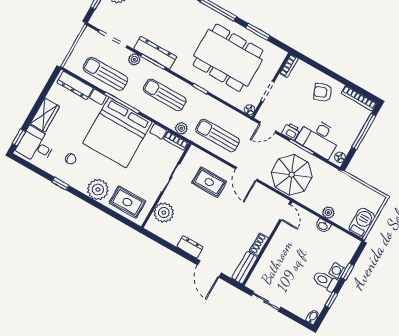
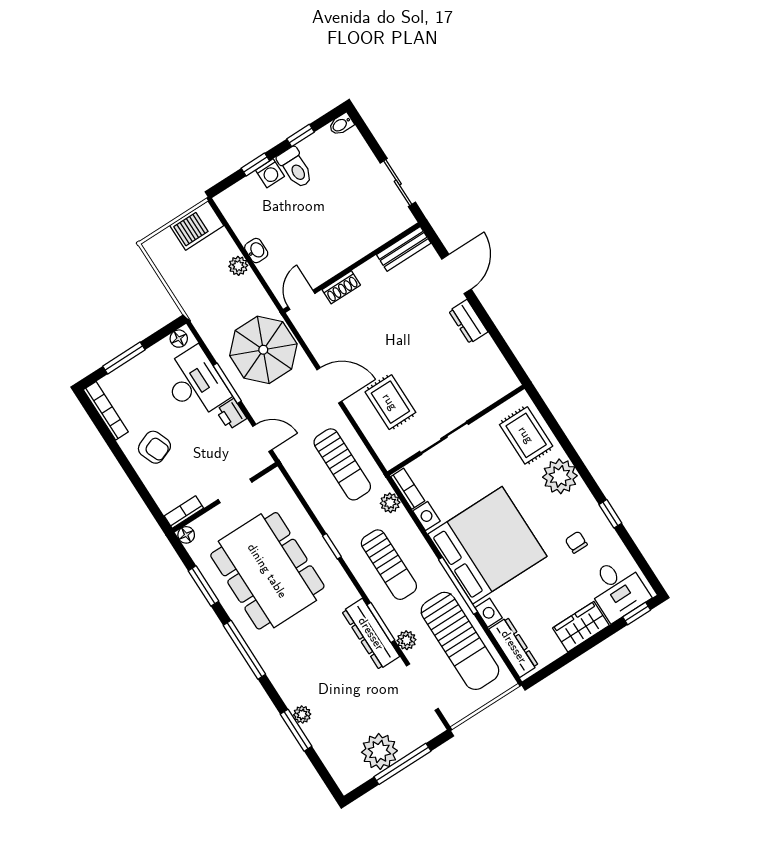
sun lounger: (106, 74) -> (460, 641), width x1.36, depth x1.34
floor lamp: (250, 110) -> (186, 535), moved
window: (364, 132) -> (124, 358), width x0.69
door: (246, 174) -> (329, 385), hinge flipped
plant: (164, 213) -> (480, 392), removed
shoe rack: (259, 244) -> (341, 287), moved

